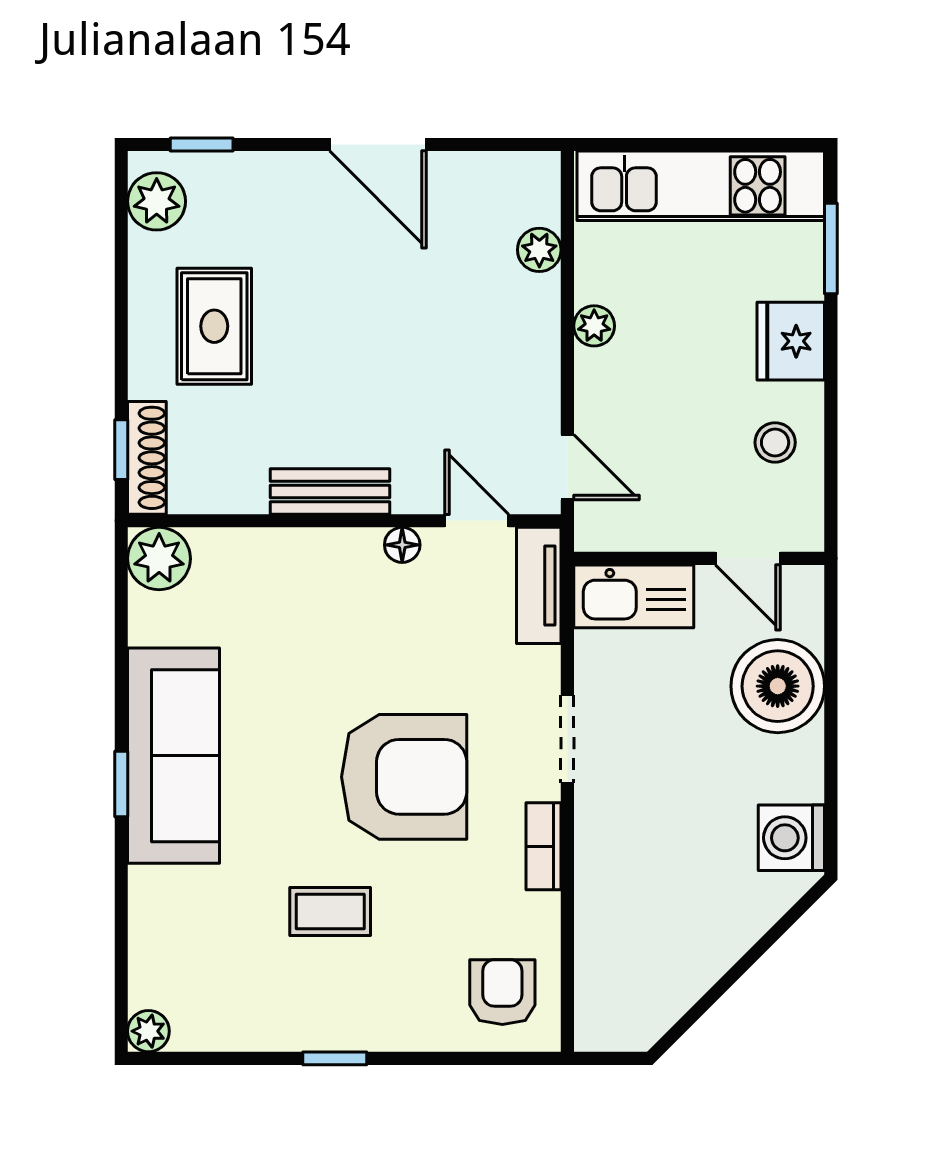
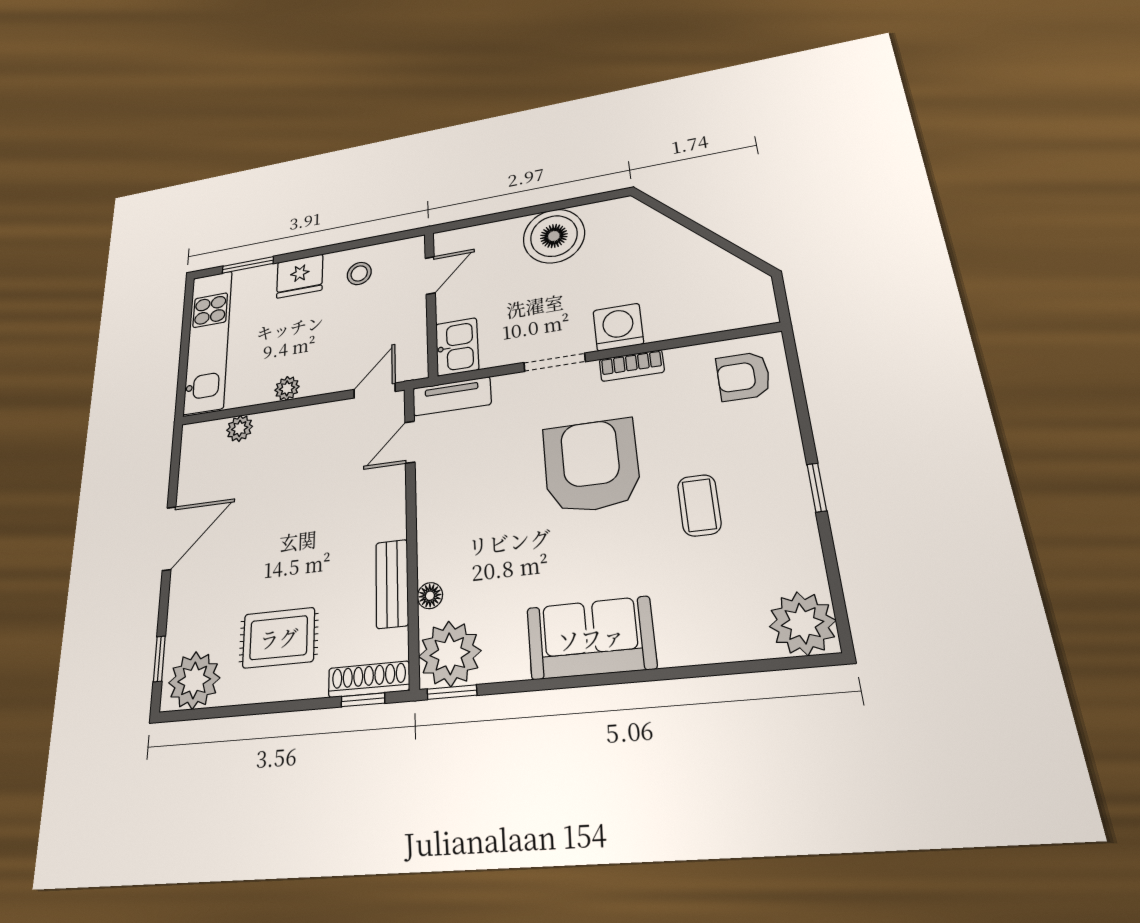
plant: (157, 201) -> (194, 680), width x1.36, depth x1.36
bench: (330, 492) -> (392, 584), moved
floor lamp: (402, 545) -> (430, 596), moved
plant: (159, 559) -> (450, 654), width x1.36, depth x1.36
kitchen sink: (634, 596) -> (457, 347), width x0.73
boiler: (778, 686) -> (554, 236), moved
sofa: (173, 756) -> (591, 638), width x0.73
window: (121, 784) -> (452, 692), moved
washing machine: (791, 838) -> (618, 327), moved, turned 180
plant: (148, 1031) -> (802, 624), width x1.88, depth x1.88

